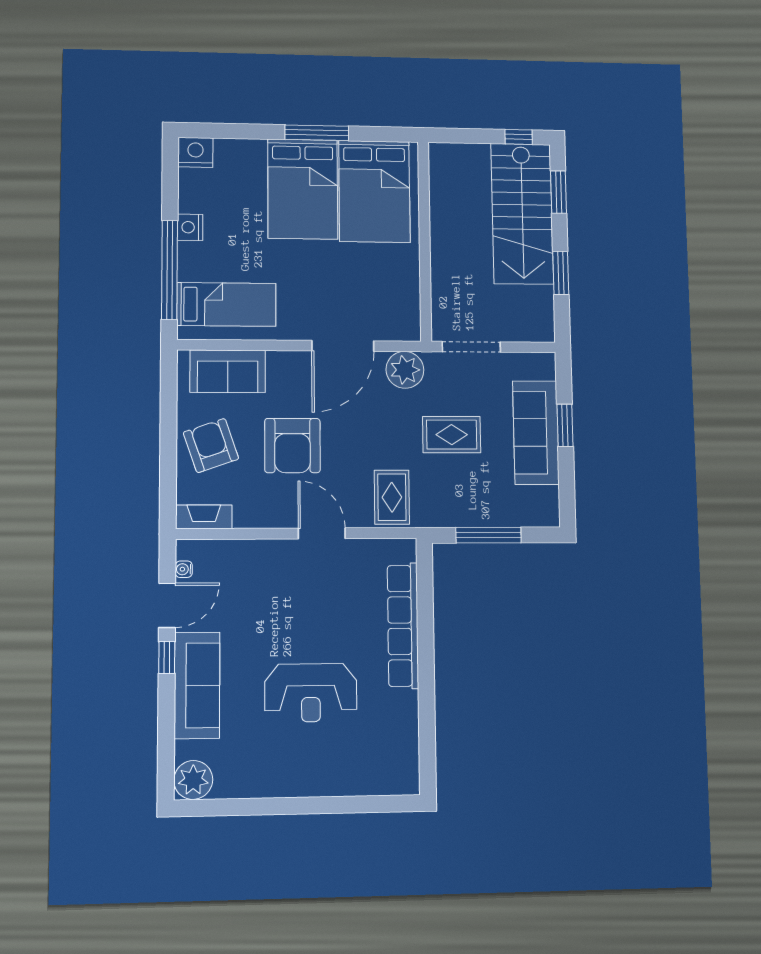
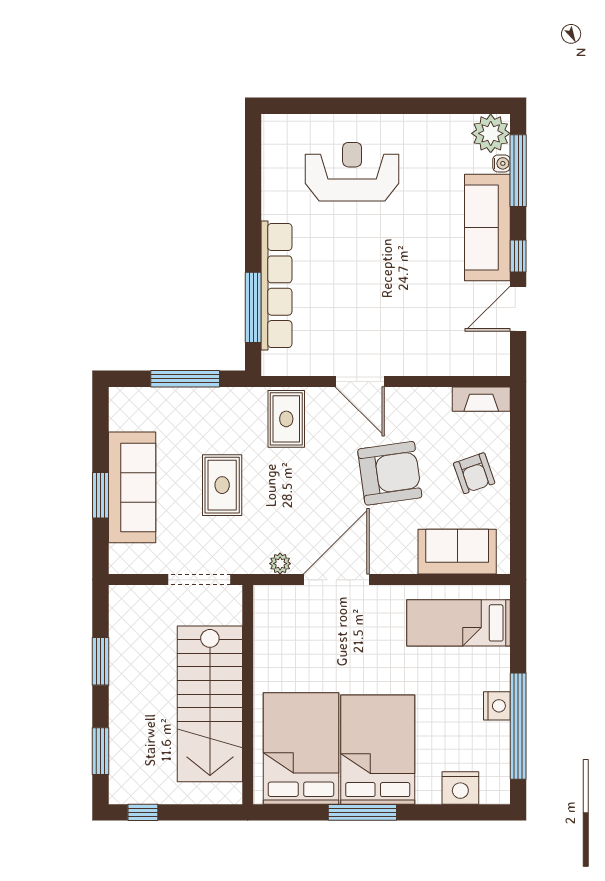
nightstand: (195, 152) -> (460, 788), moved
stairs: (522, 214) -> (210, 704), moved, turned 180
window: (170, 270) -> (518, 726), moved
plant: (405, 370) -> (280, 564), width x0.53, depth x0.53
rug: (452, 435) -> (222, 485), turned 90
armchair: (211, 446) -> (474, 473), width x0.72, depth x0.72
armchair: (292, 446) -> (390, 473), turned 82
water cooler: (184, 569) -> (501, 163), moved
window: (425, 604) -> (253, 307), added
reception desk: (311, 693) -> (352, 172), moved
window: (166, 743) -> (518, 171), added

